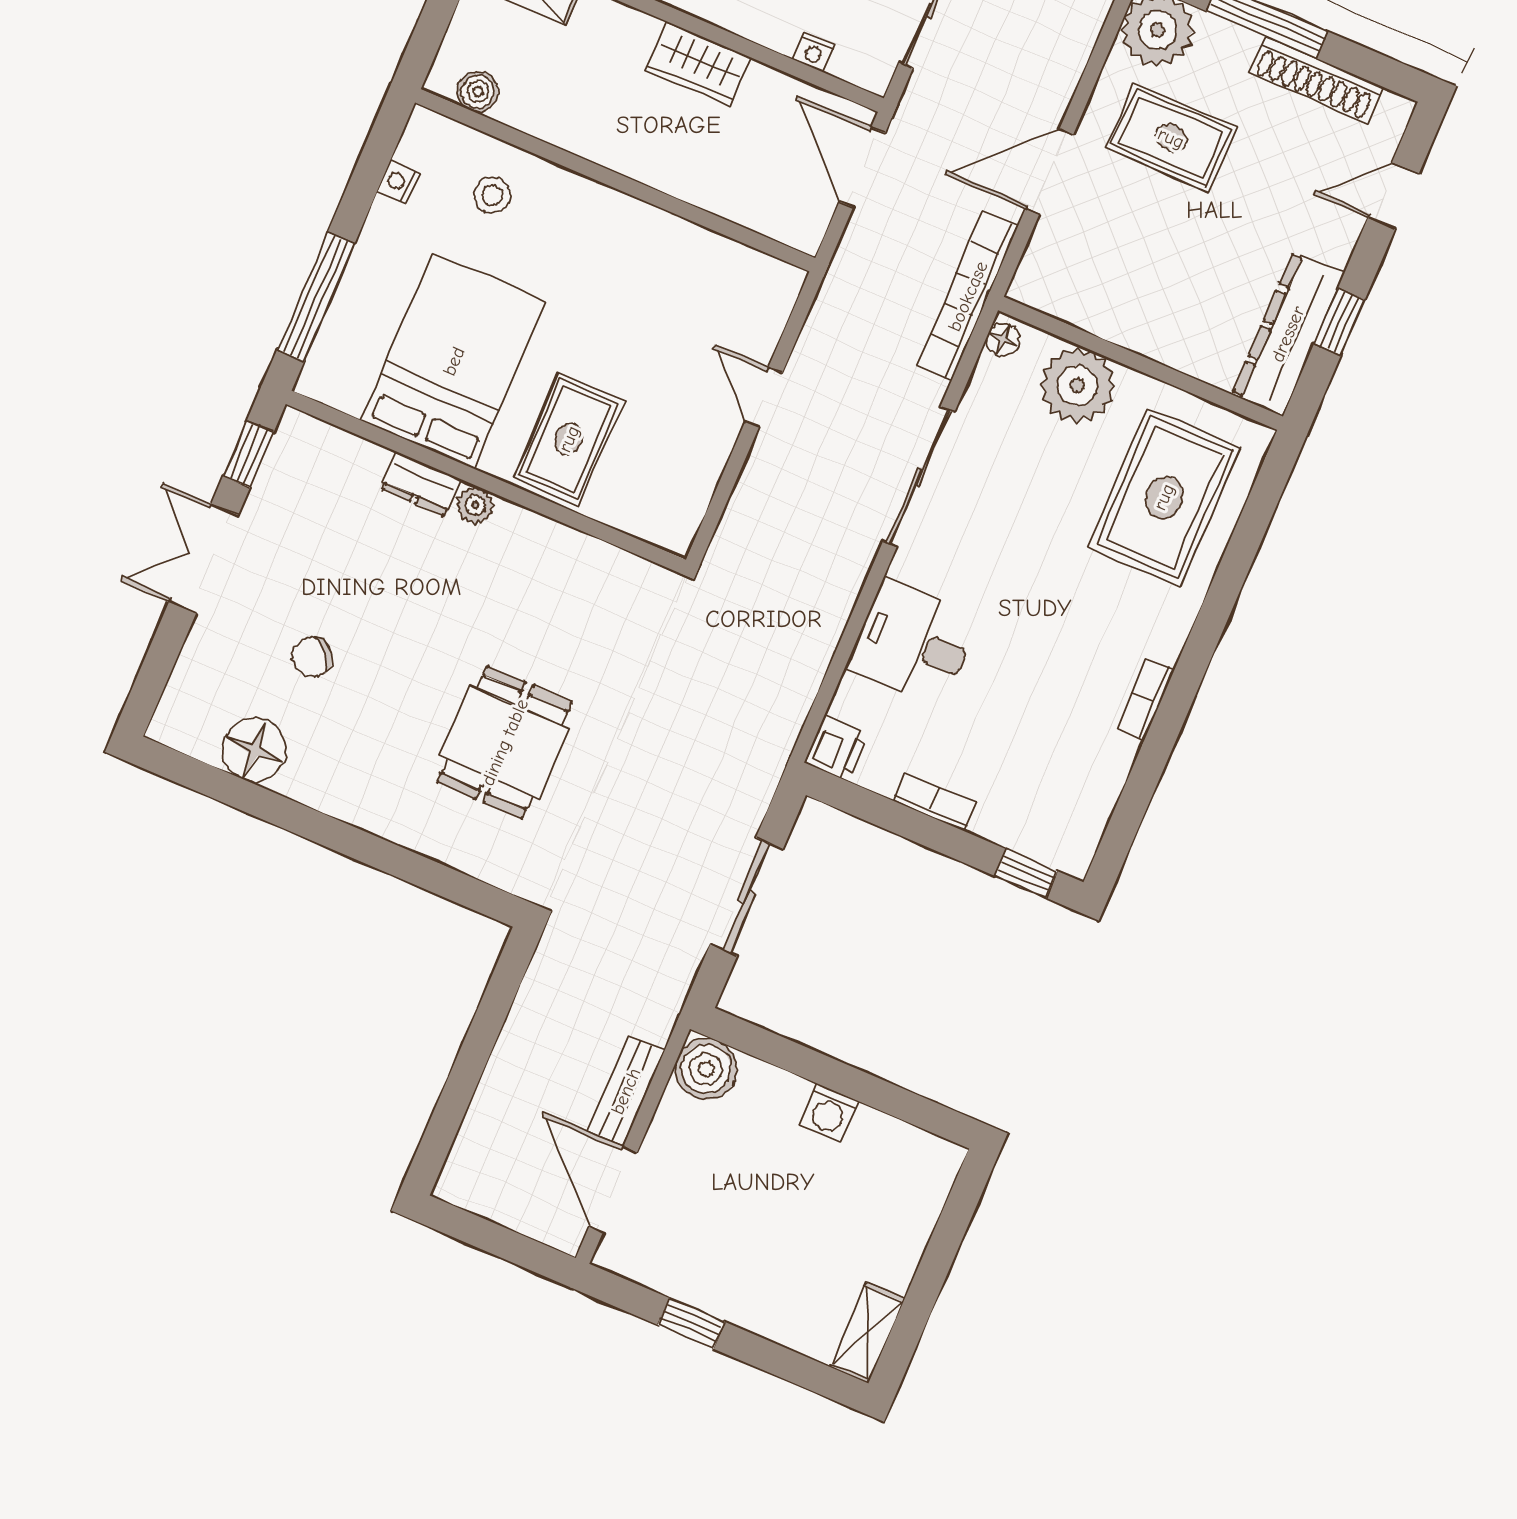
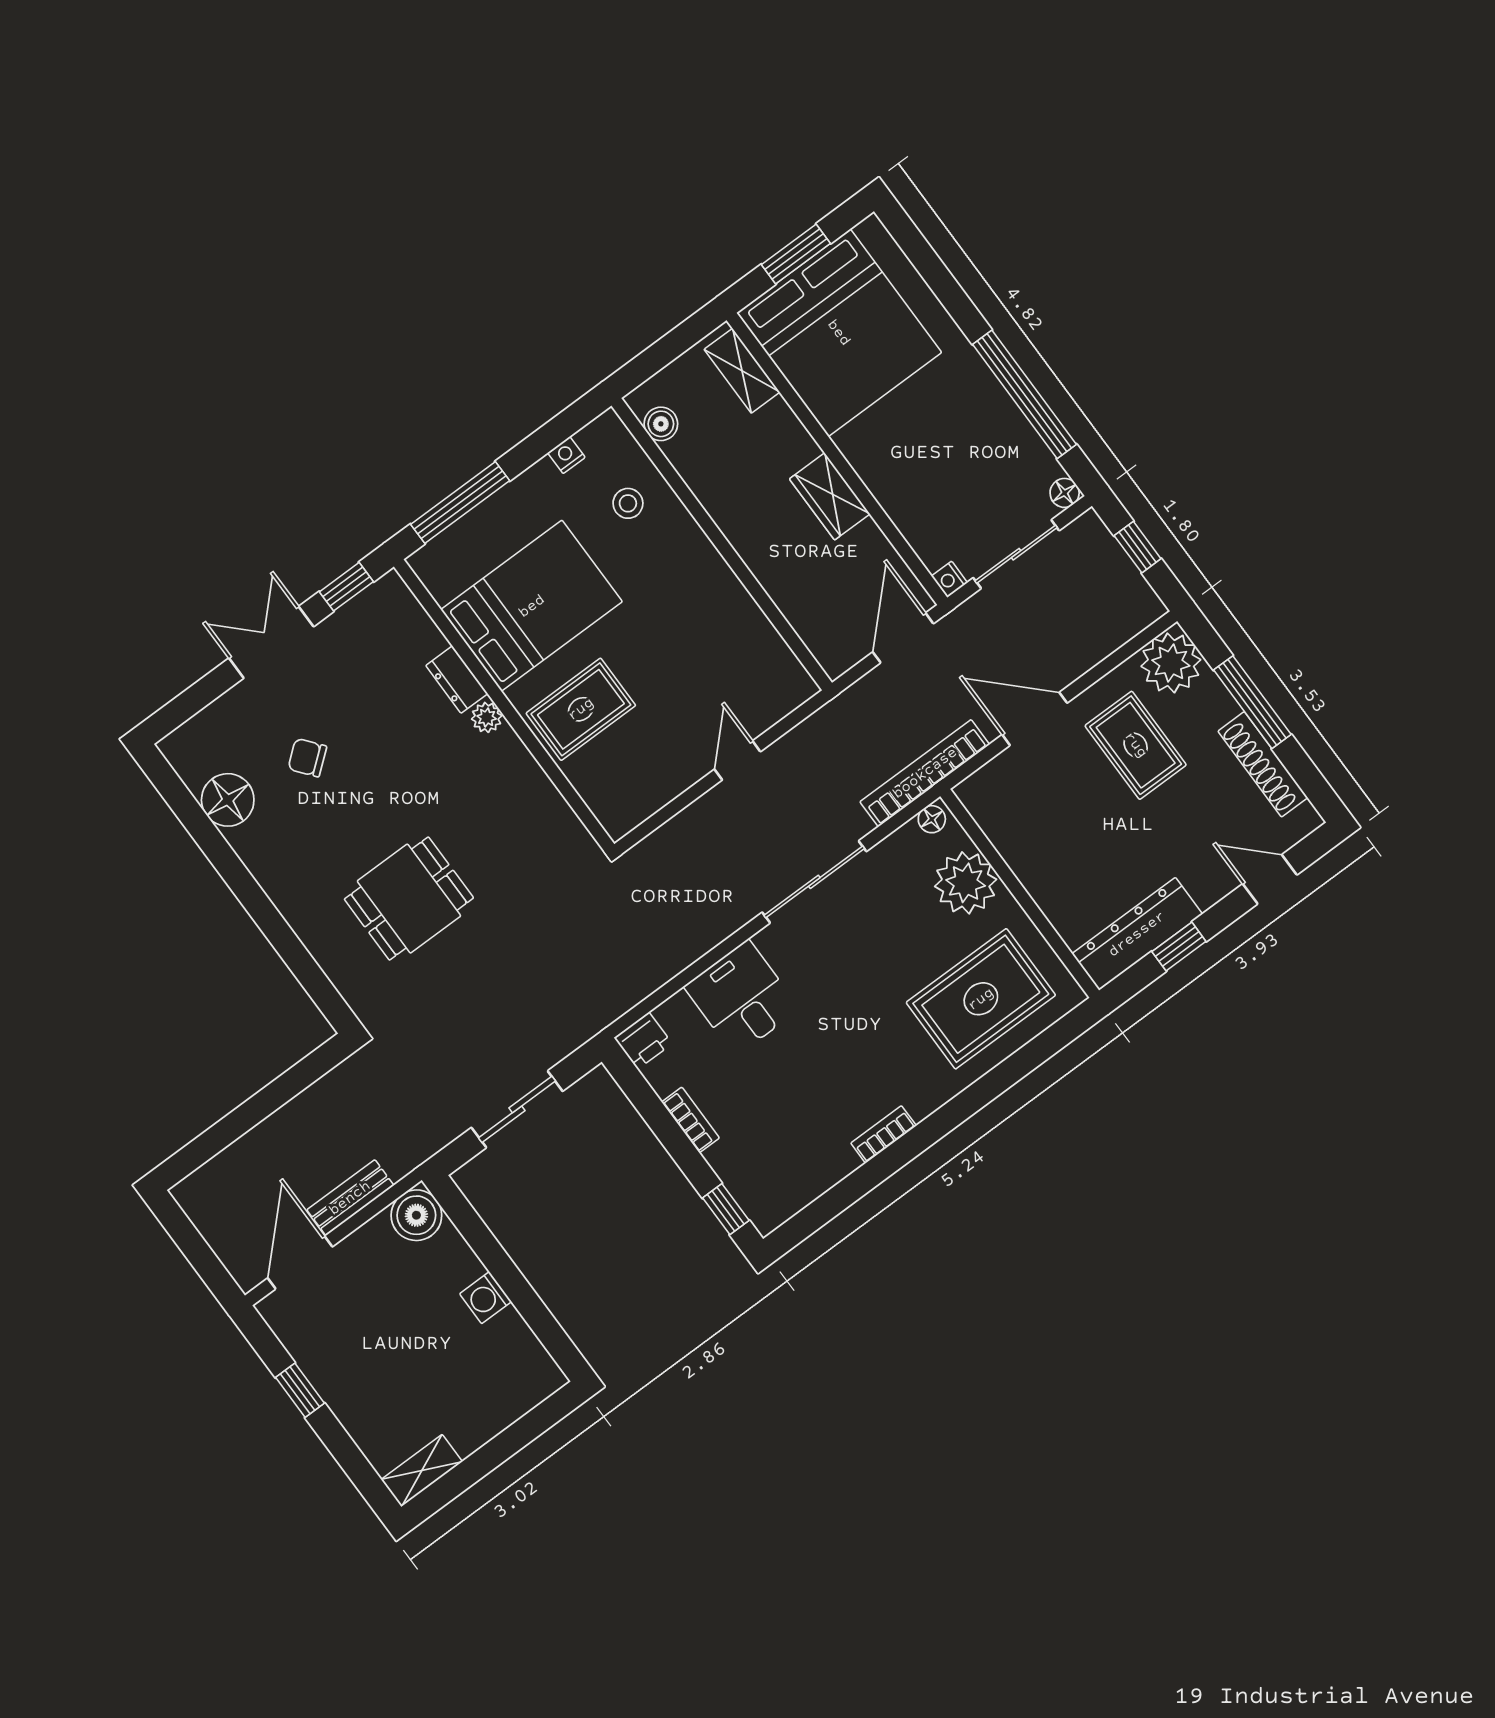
nightstand: (814, 52) -> (949, 579), moved

